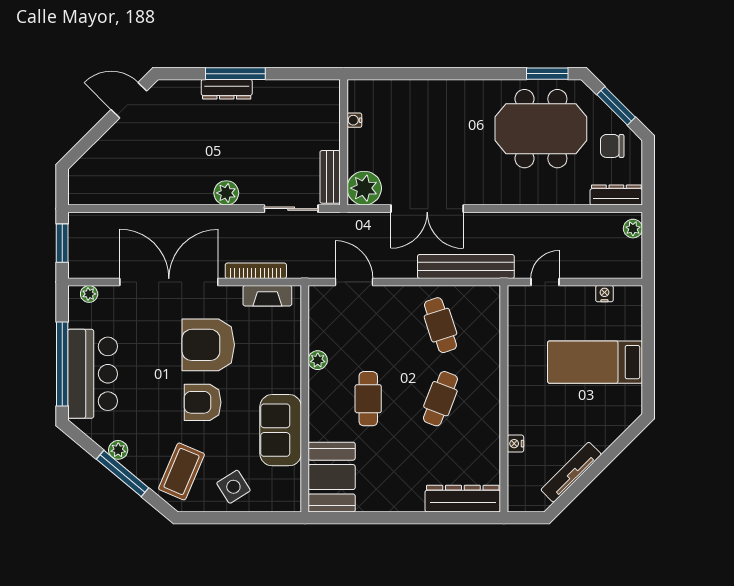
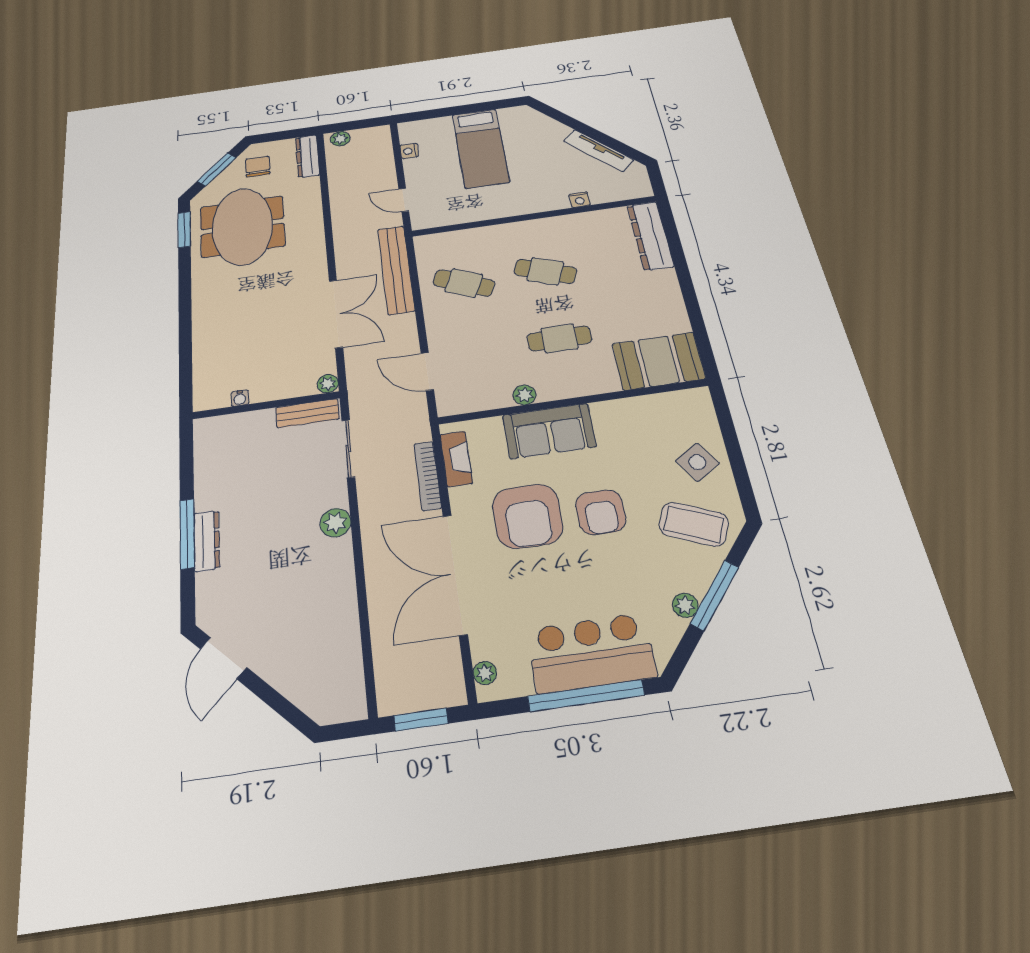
chair: (612, 146) -> (258, 167), turned 180
plant: (364, 188) -> (328, 384), width x0.53, depth x0.53
door: (354, 282) -> (427, 371), hinge flipped
cafe table: (440, 325) -> (464, 283), turned 42
sofa: (281, 430) -> (549, 431), moved

